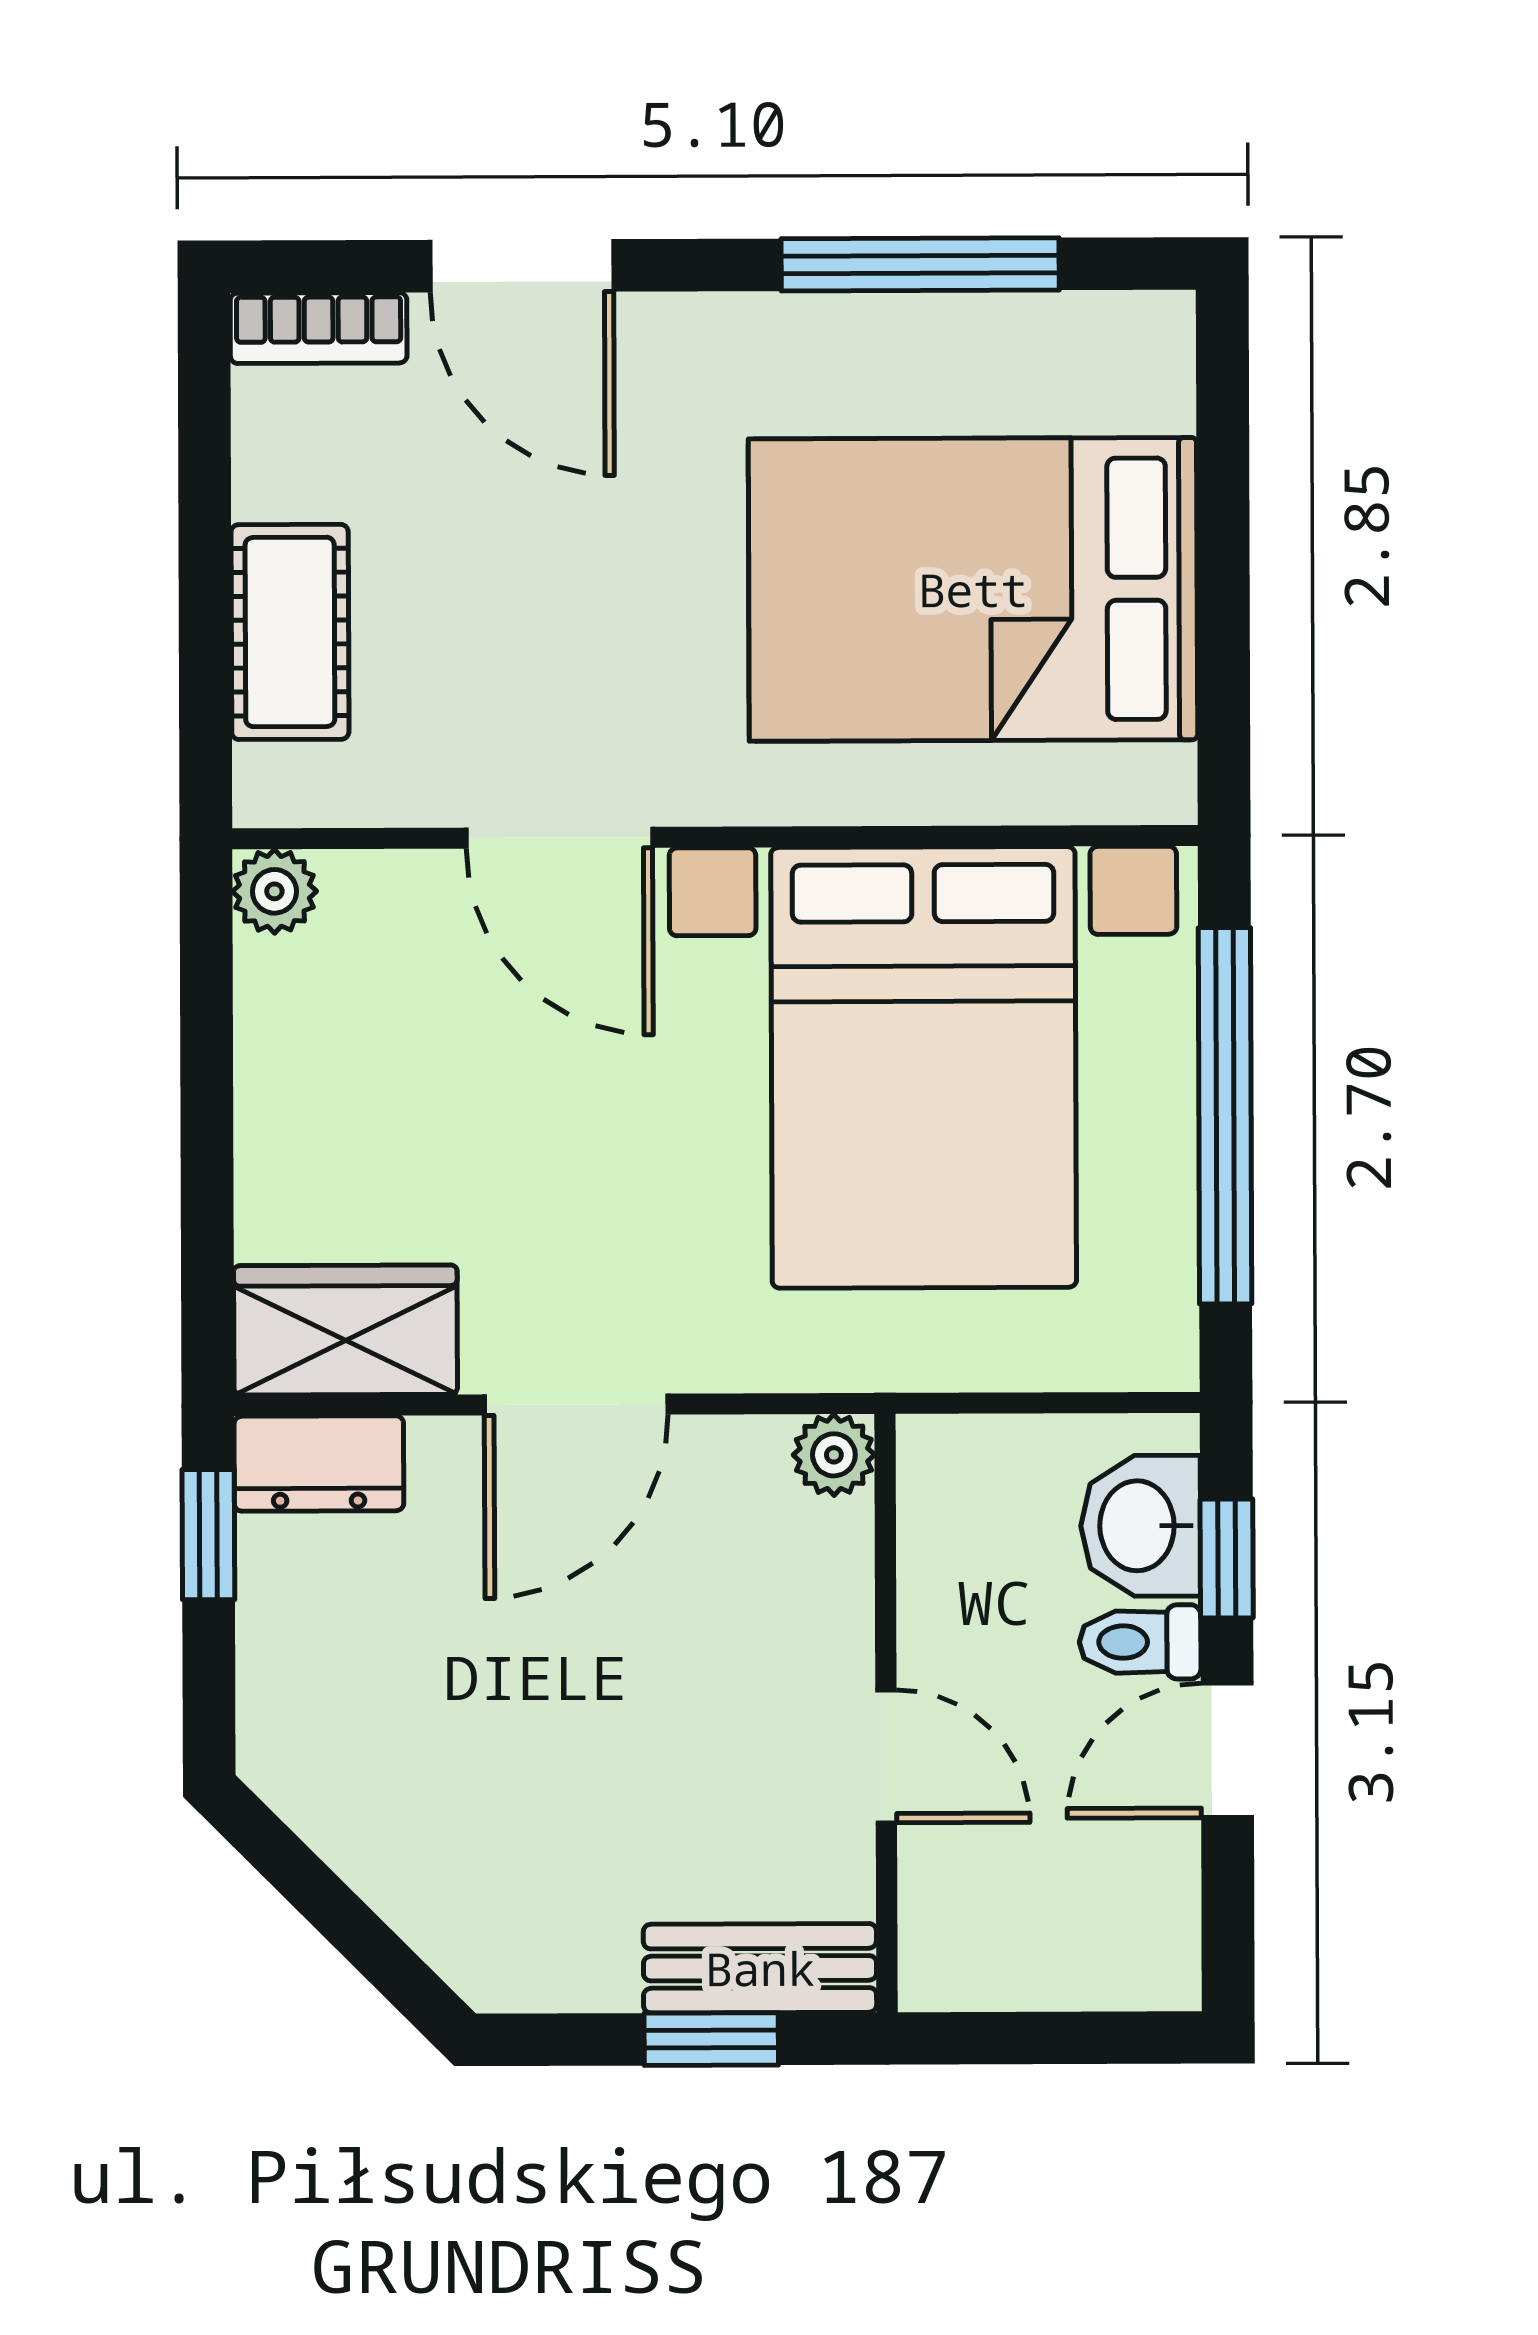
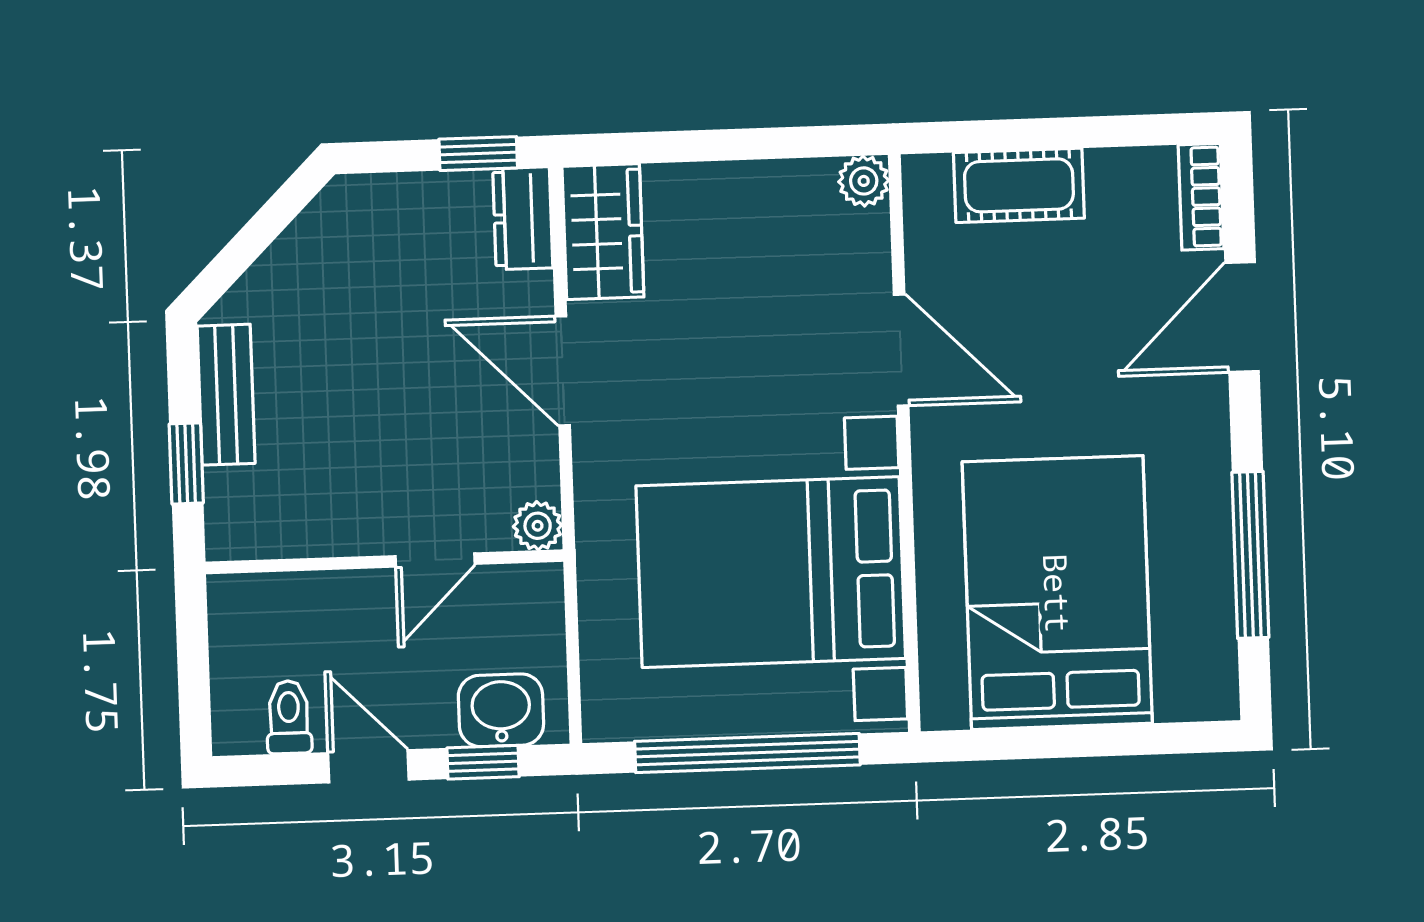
door: (559, 838) -> (901, 350), swing flipped
toilet: (1140, 1642) -> (289, 717), moved
door: (886, 1756) -> (435, 560), moved
bench: (760, 1968) -> (226, 395), moved

